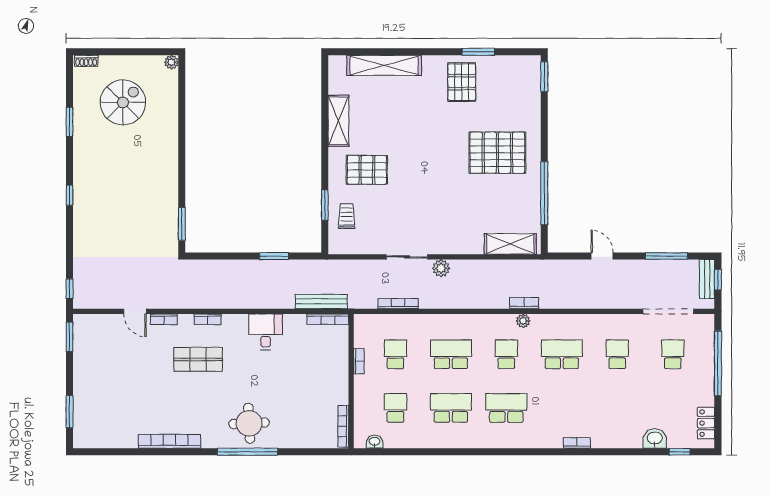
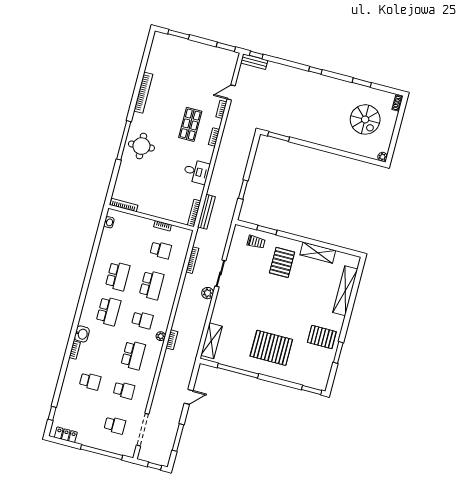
pallet: (497, 153) -> (271, 348), turned 90
bench: (707, 279) -> (254, 62), moved
school desk: (395, 408) -> (90, 381), moved
washbasin: (655, 438) -> (82, 334), moved

